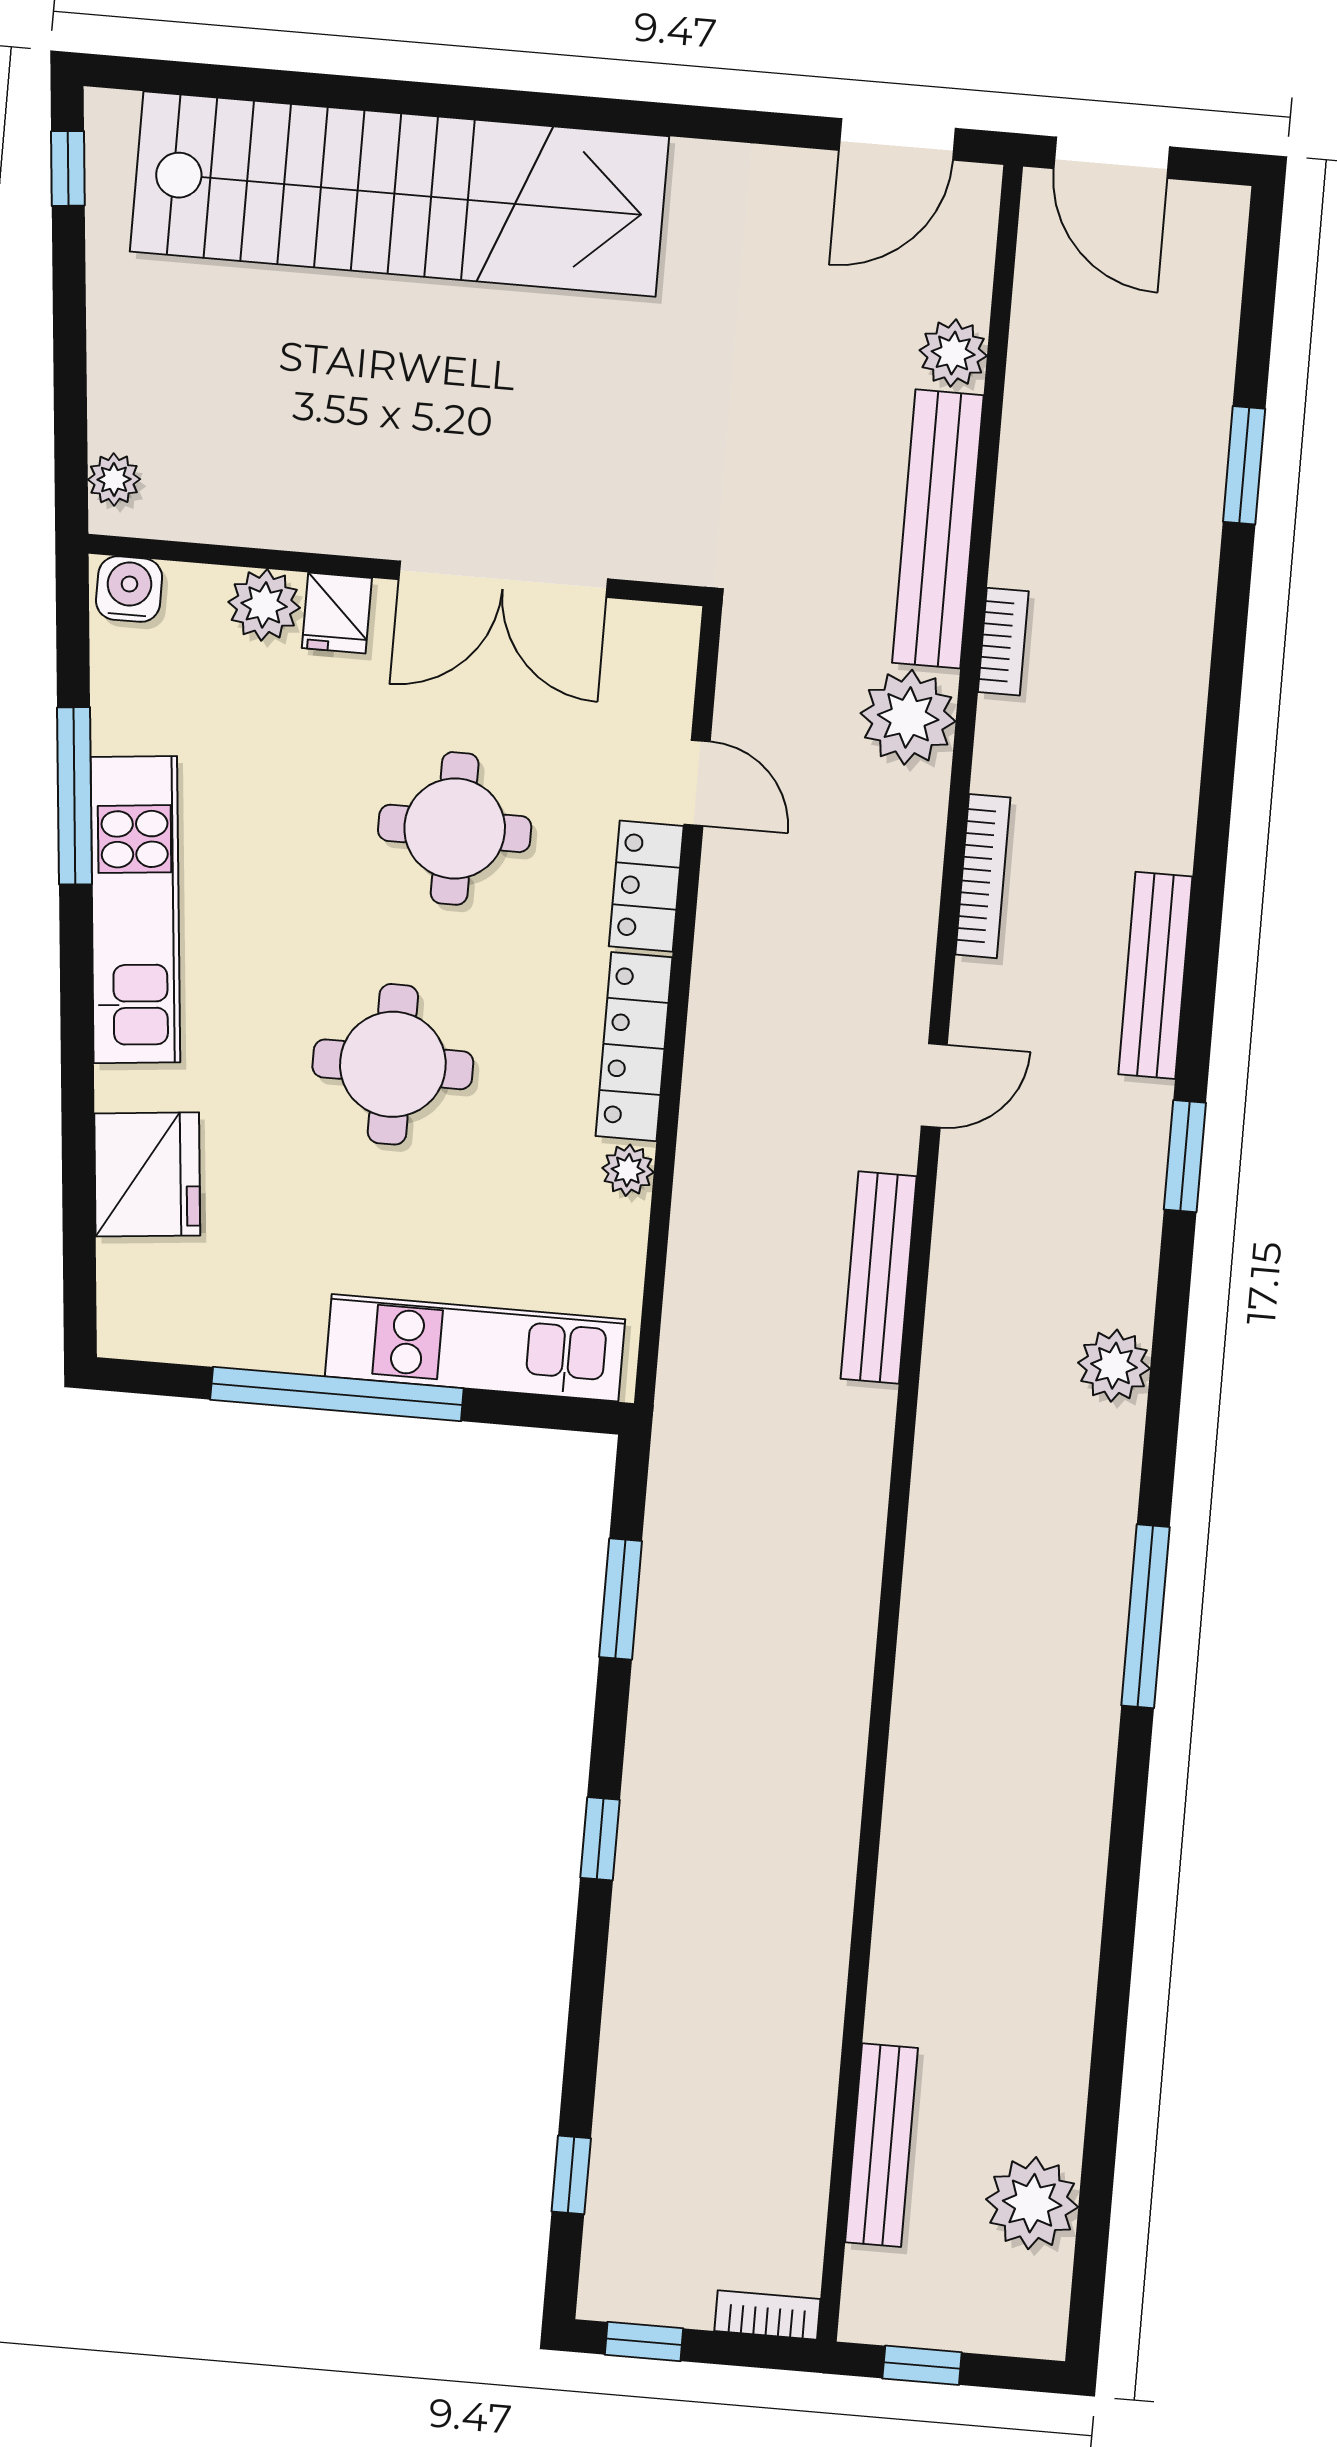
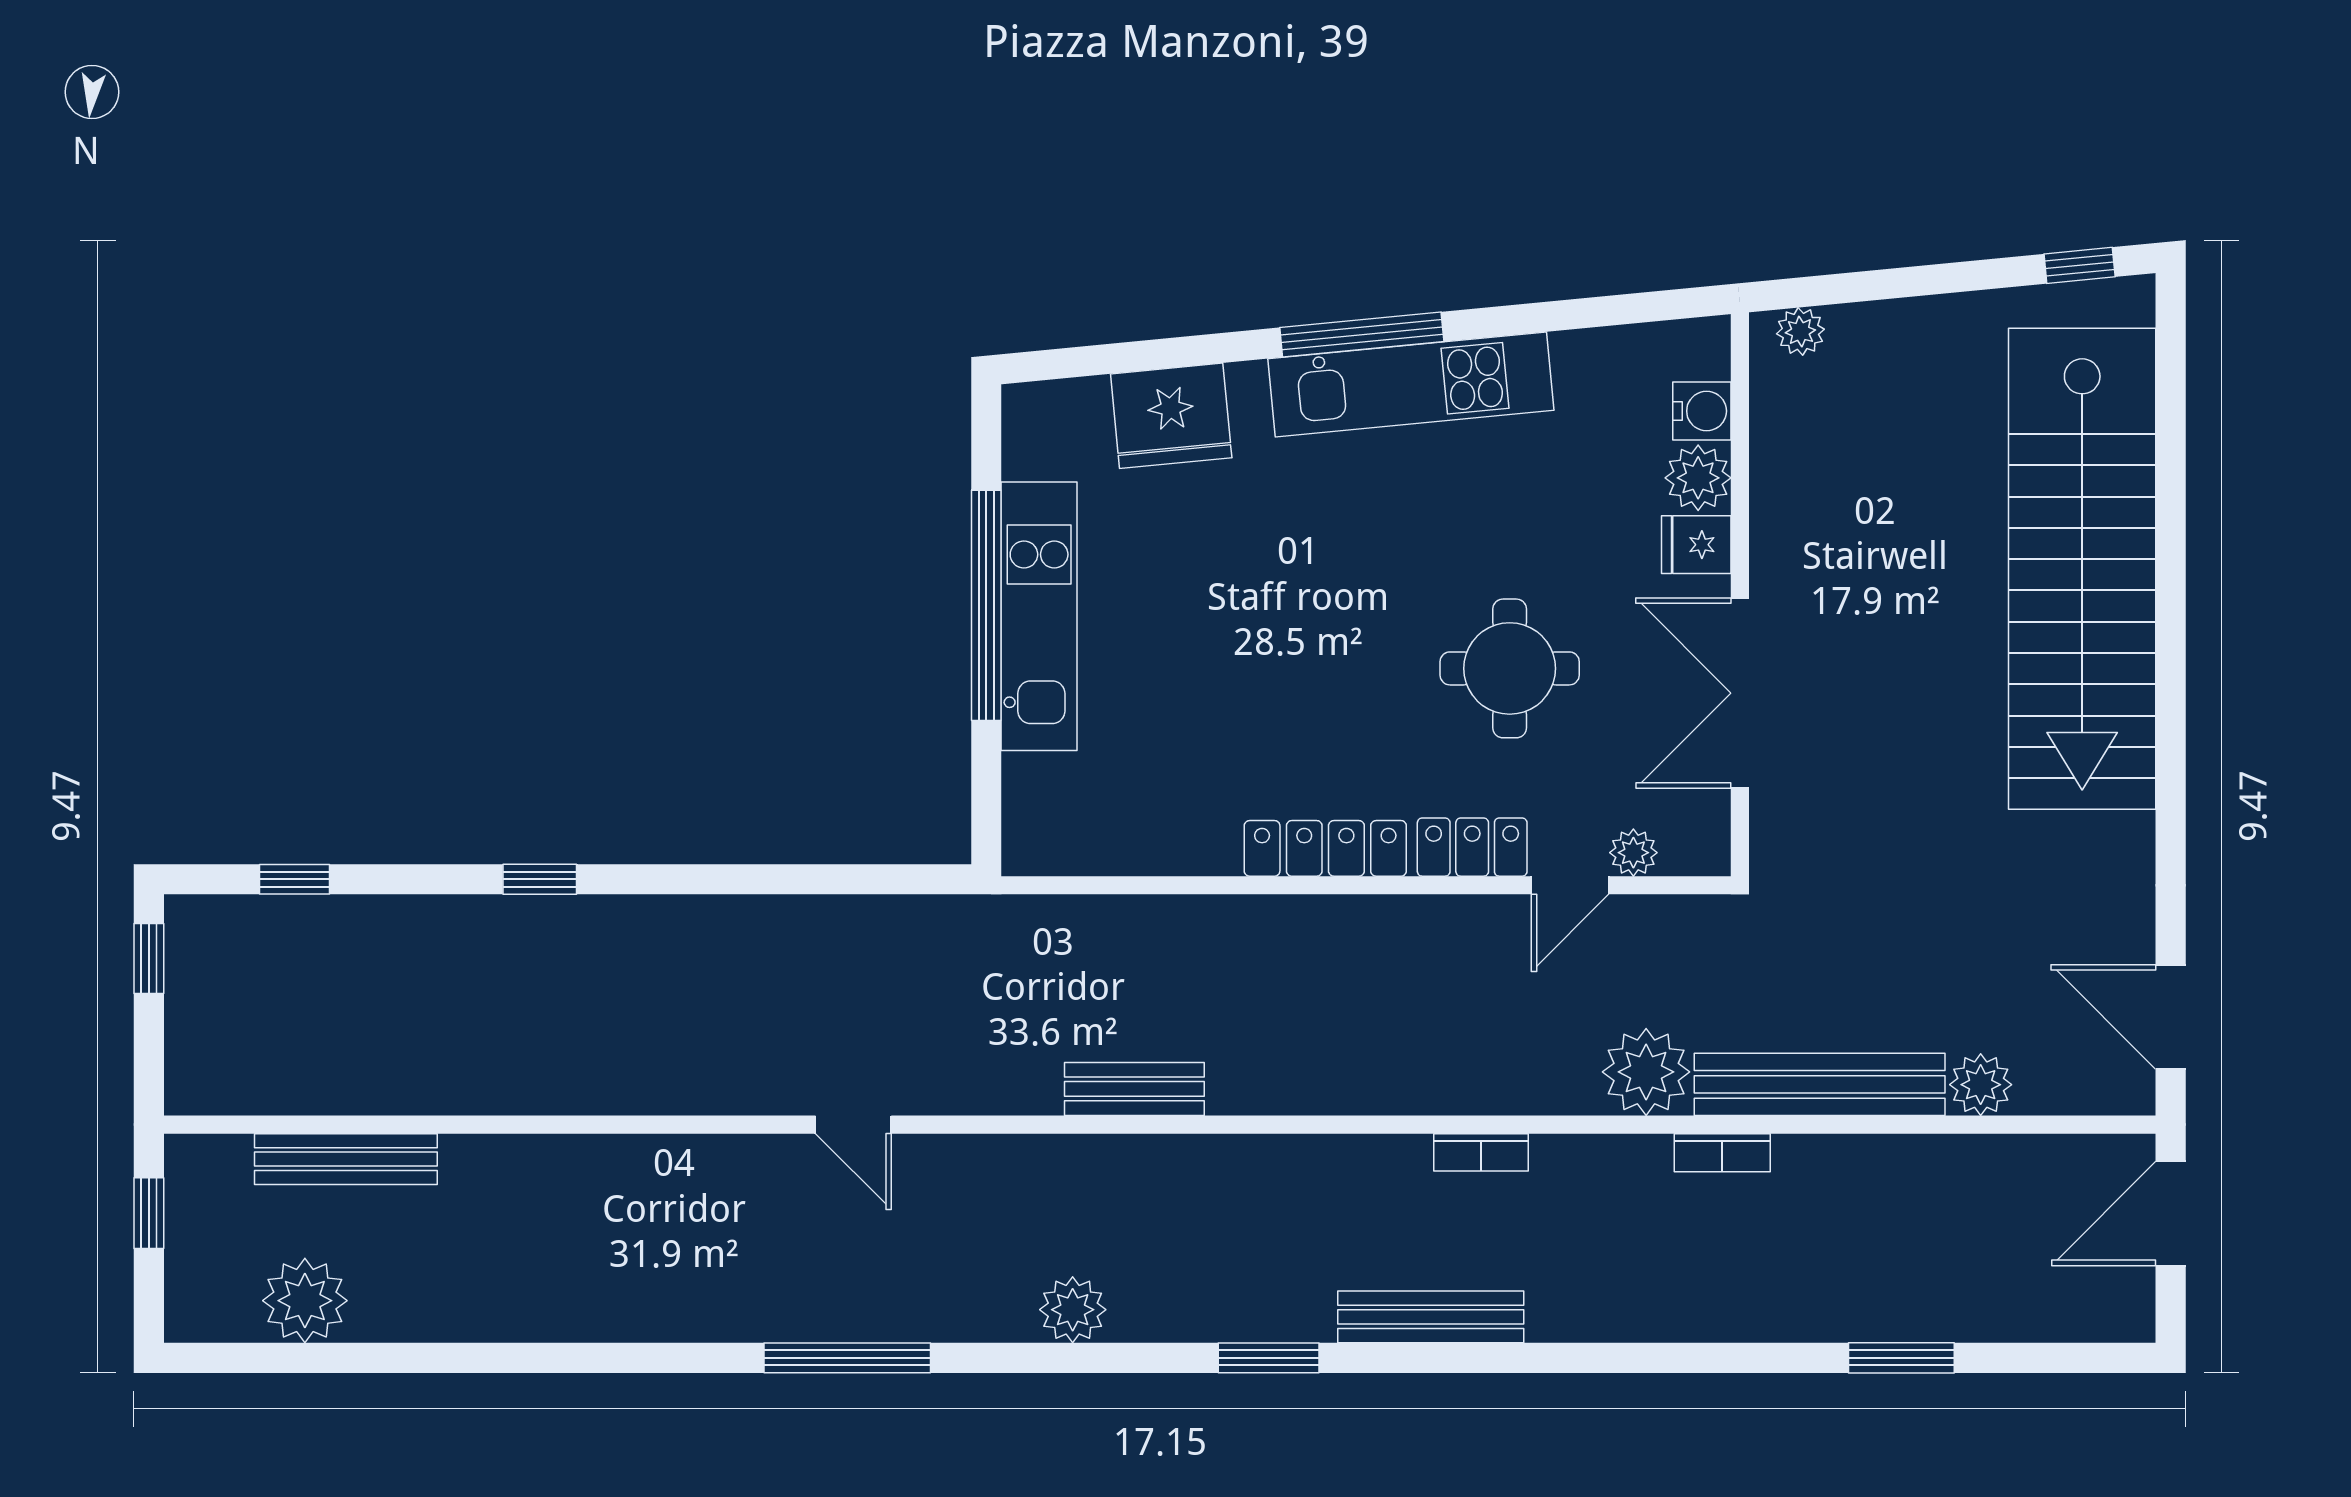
water cooler: (129, 589) -> (1702, 411), moved
window: (75, 796) -> (1362, 335), moved
bookcase: (983, 876) -> (1481, 1152), width x0.64
round table: (393, 1064) -> (1290, 631), removed
door: (934, 1085) -> (853, 1125), moved
plant: (628, 1170) -> (1633, 853), moved
bench: (879, 1277) -> (1134, 1089), width x0.73
kitchen unit: (475, 1348) -> (1039, 616), moved
window: (621, 1599) -> (822, 879), removed
window: (600, 1839) -> (540, 879), moved
bookcase: (767, 2315) -> (183, 1069), removed

